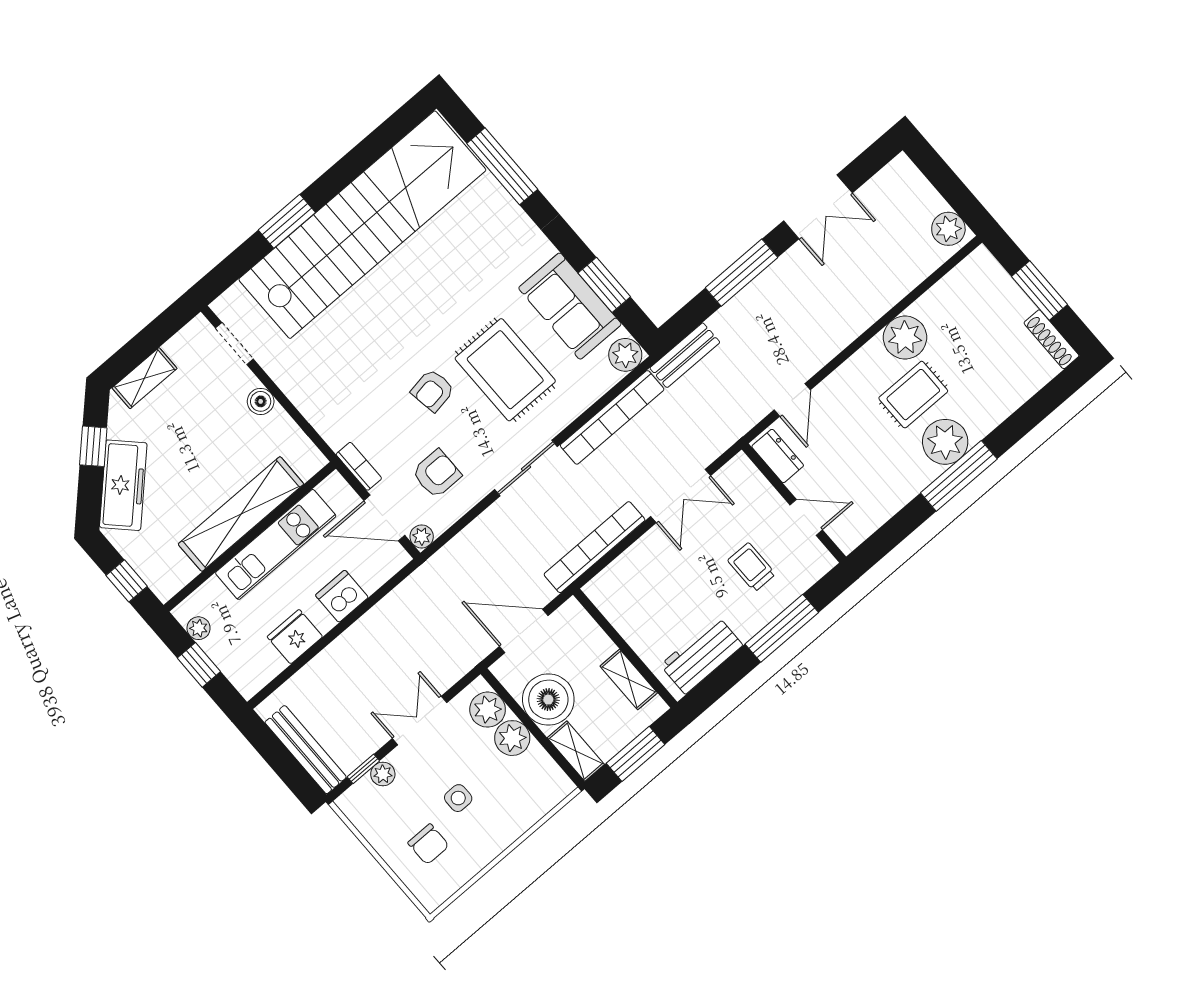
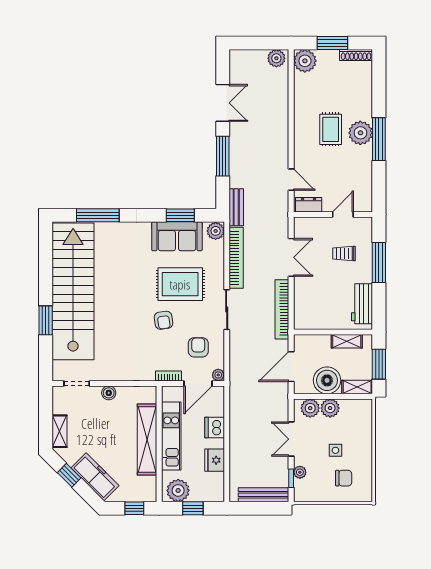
plant: (905, 337) -> (305, 61), moved
plant: (199, 628) -> (178, 490), width x1.88, depth x1.88

